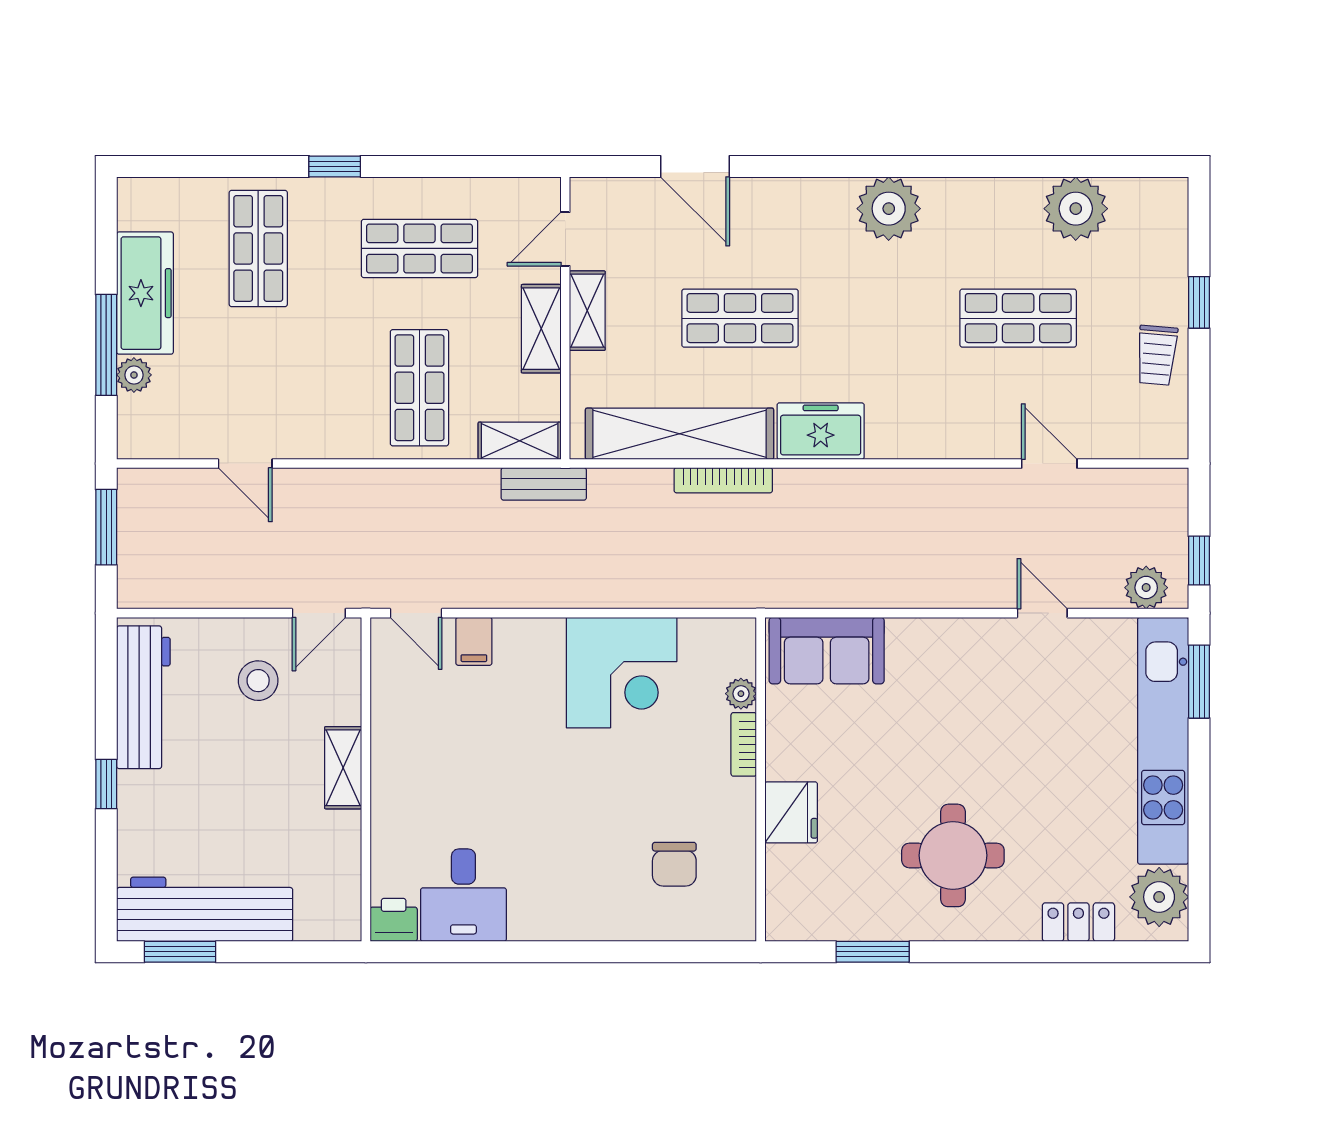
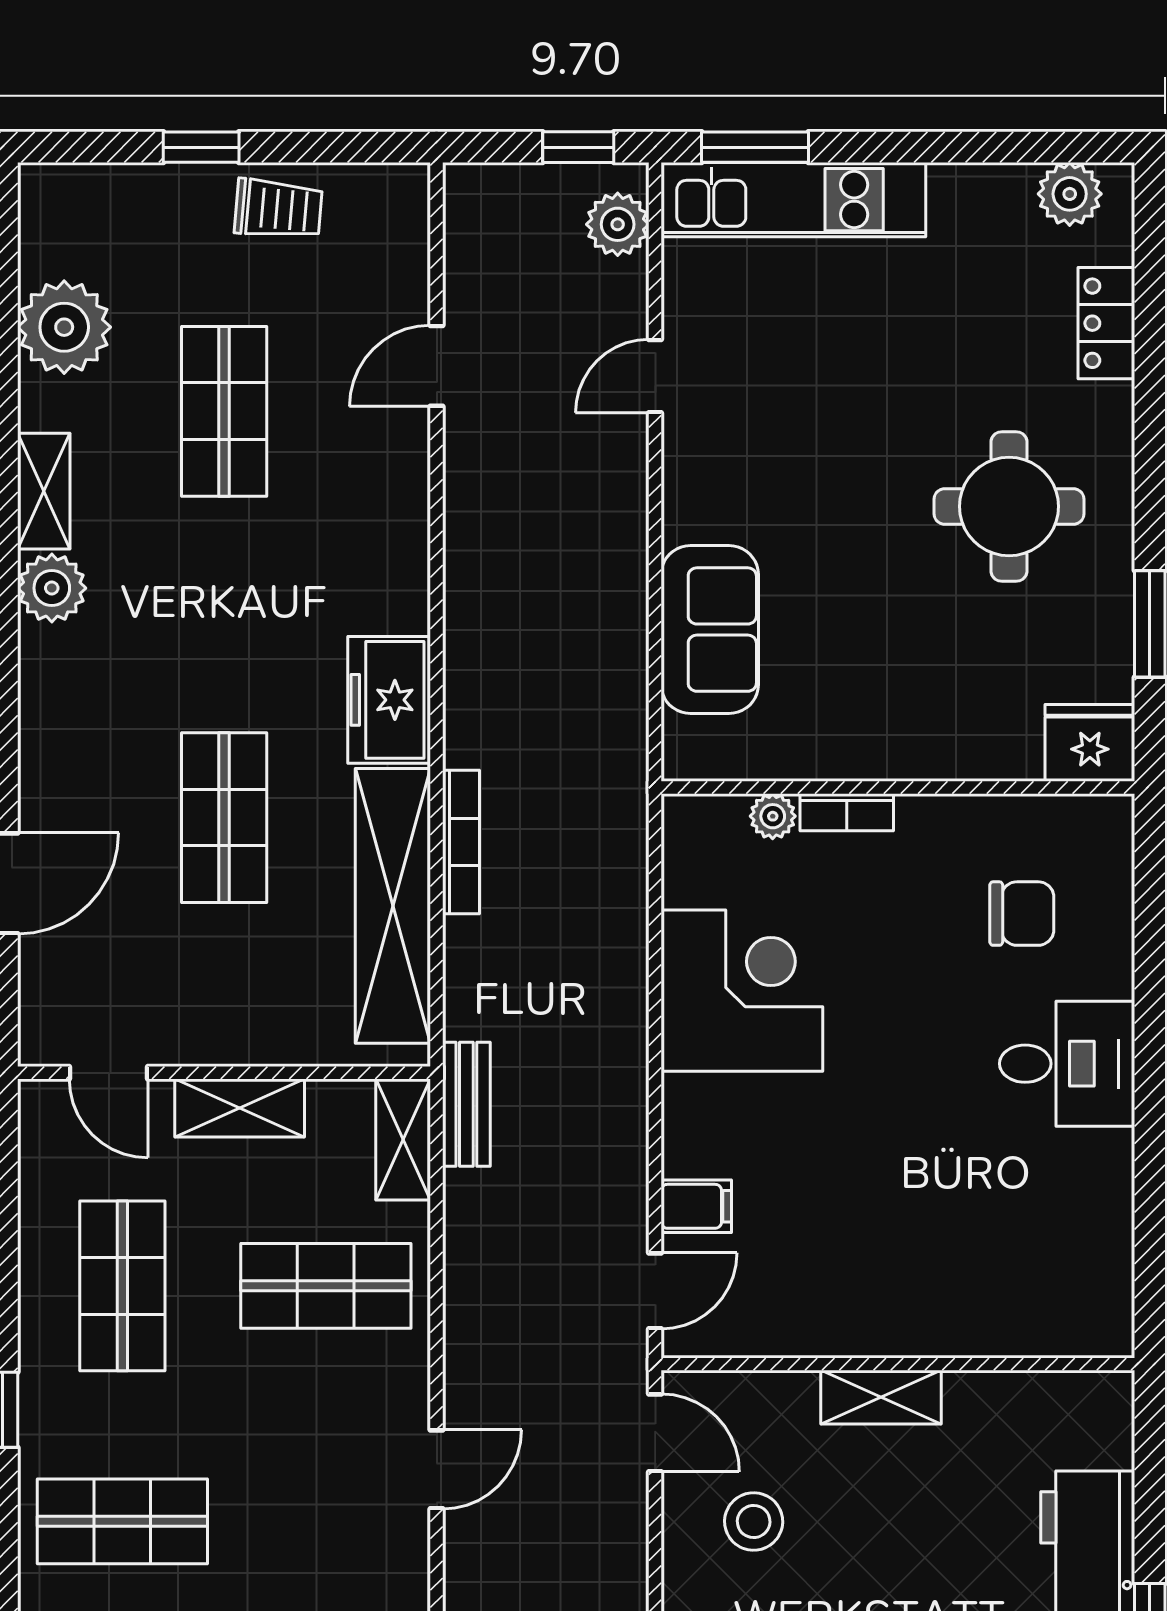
plant: (889, 209) -> (52, 588), width x0.73, depth x0.73
shelving: (587, 311) -> (44, 491), moved, turned 90
door: (245, 464) -> (437, 1469), moved
sofa: (827, 651) -> (710, 630), moved
kitchen unit: (1163, 741) -> (793, 200), width x0.73
fridge: (791, 812) -> (1090, 743), moved
desk: (463, 895) -> (1067, 1064), moved
plant: (1159, 897) -> (1070, 194), width x0.73, depth x0.73
printer: (394, 920) -> (1103, 1324), removed

